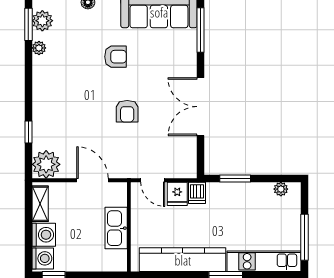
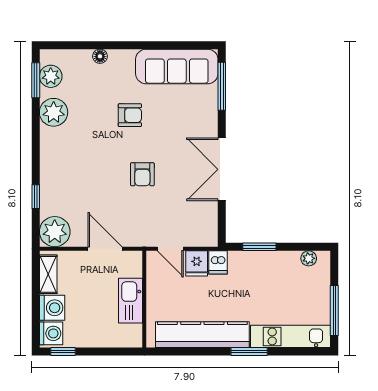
plant: (39, 48) -> (54, 112), width x1.88, depth x1.88

